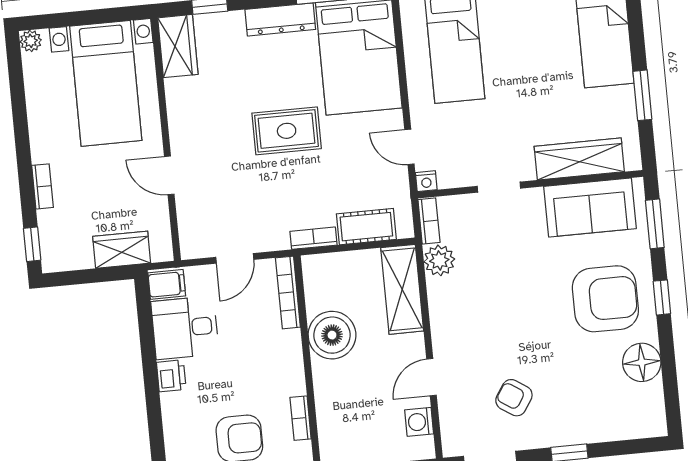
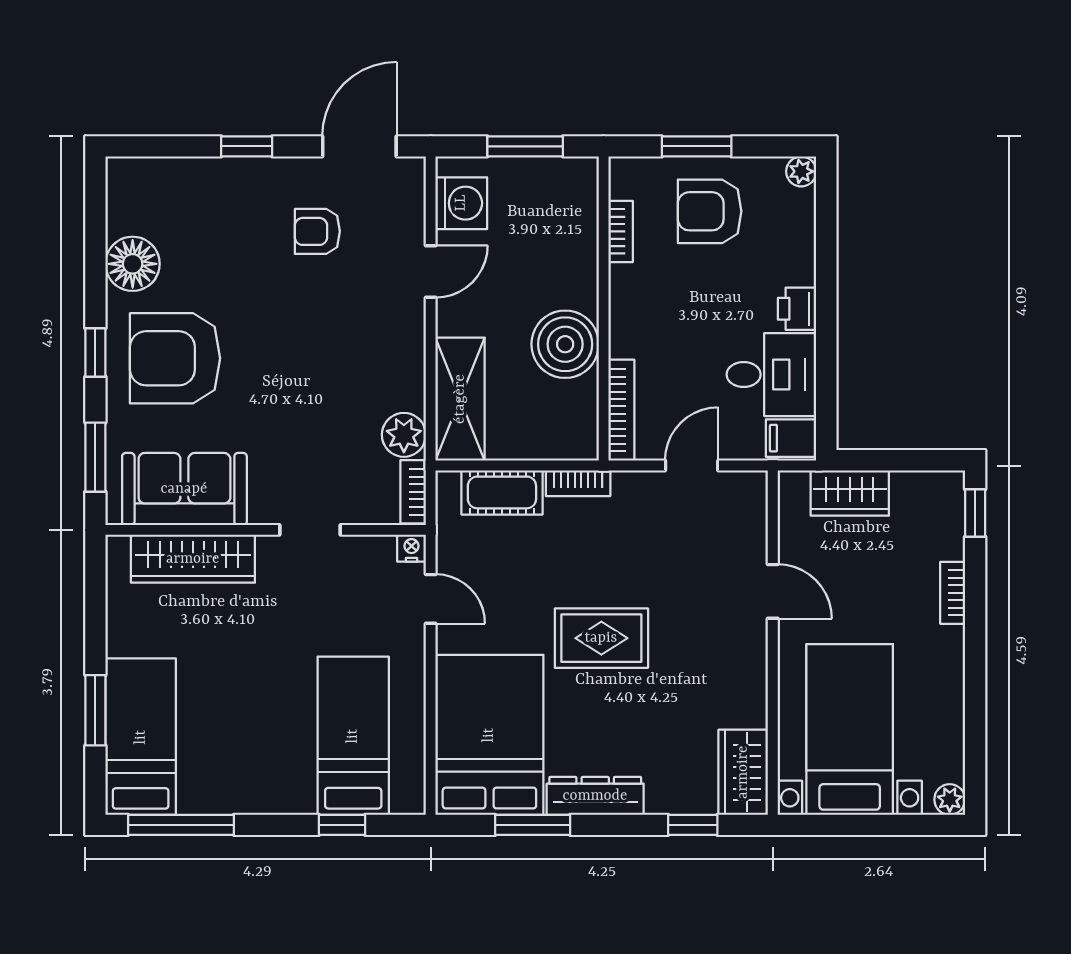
window: (642, 95) -> (95, 710), moved
armchair: (514, 398) -> (317, 231), turned 147
washing machine: (419, 422) -> (461, 203), width x1.38, depth x1.38

